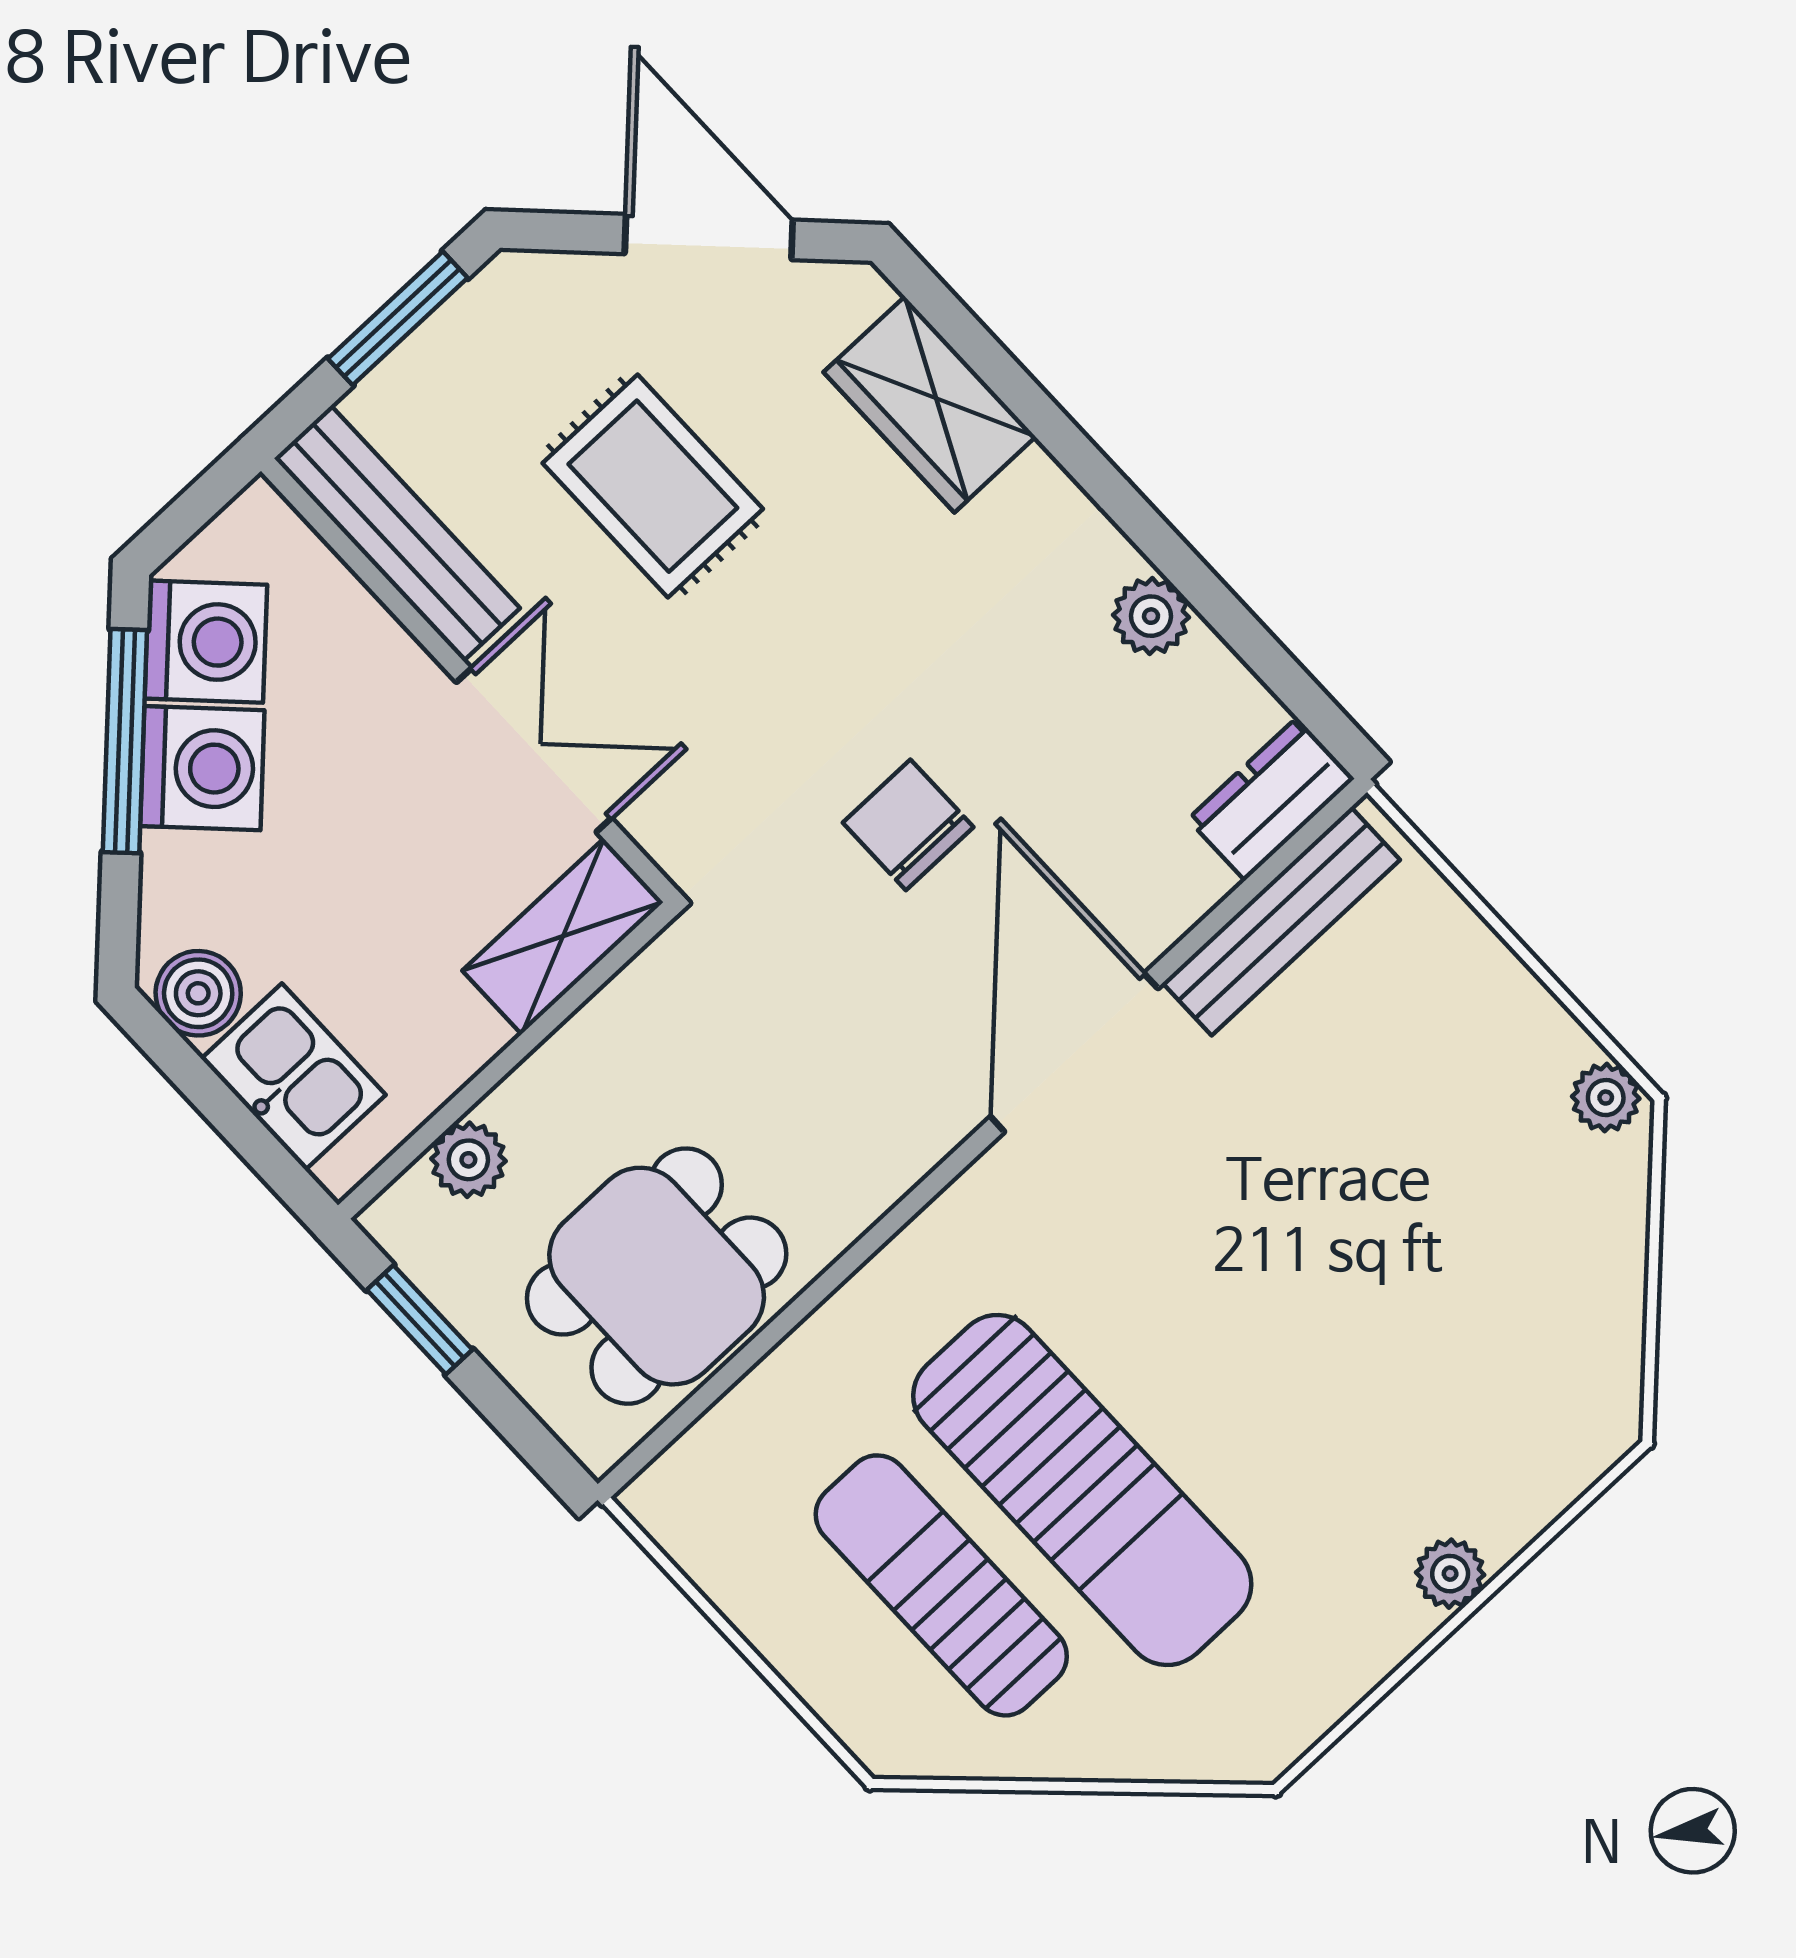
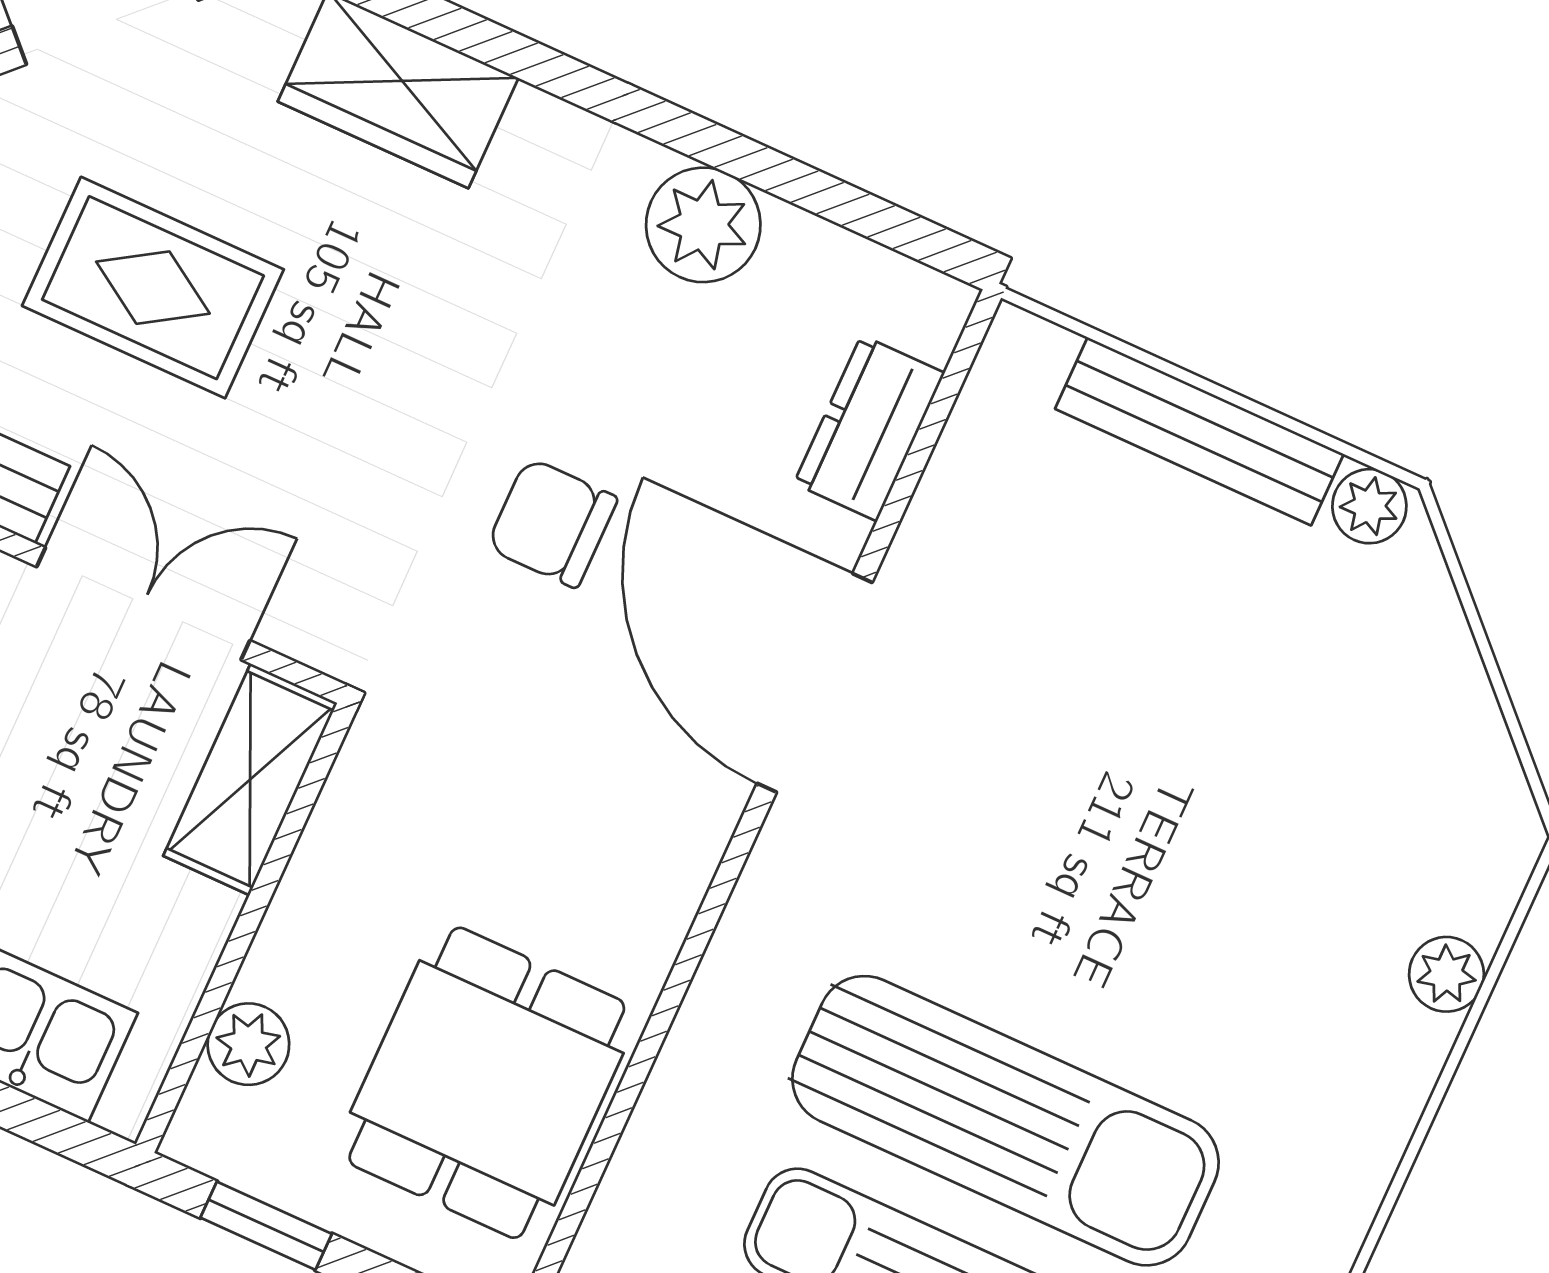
plant: (1151, 616) -> (703, 225), width x1.38, depth x1.38
dresser: (1271, 799) -> (869, 428), moved
bench: (1281, 921) -> (1199, 431), moved, turned 90
plant: (1450, 1574) -> (1446, 974), moved

